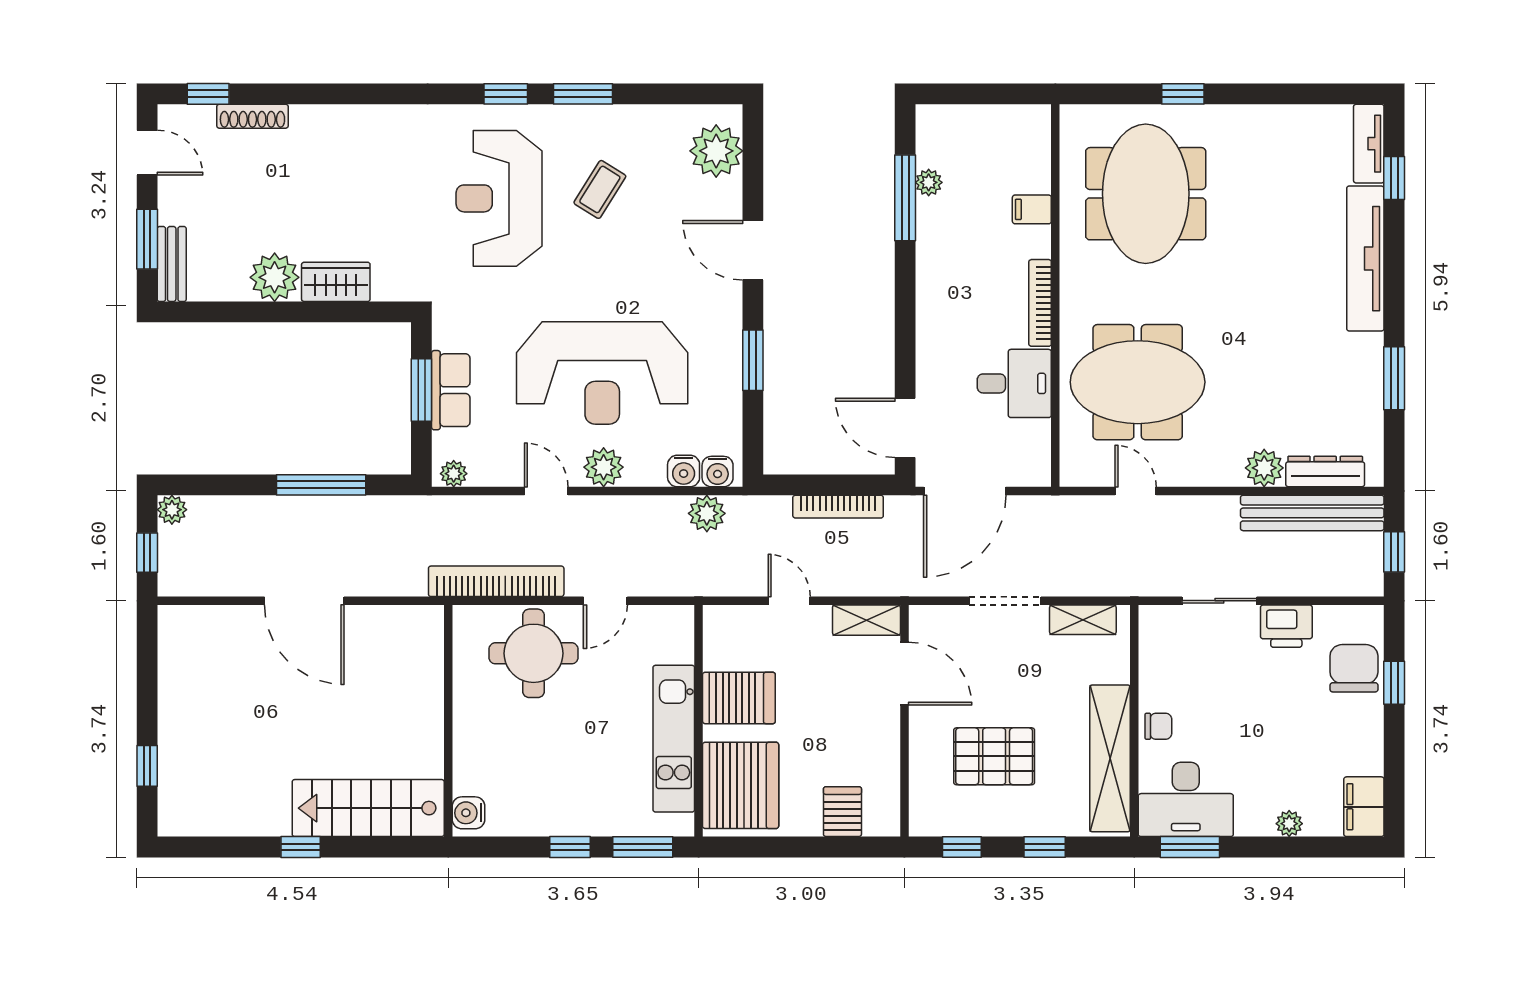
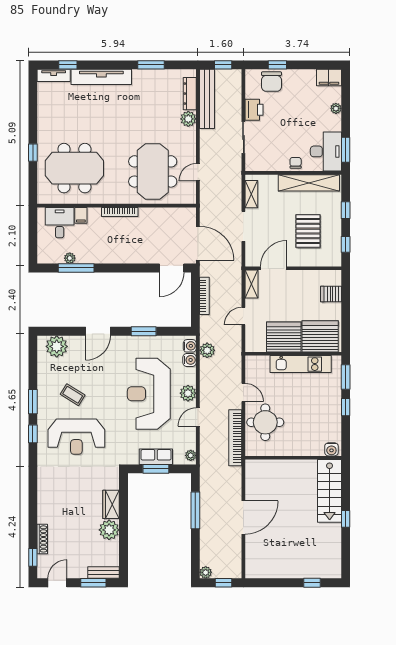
reception desk: (602, 373) -> (149, 394), turned 180
desk: (1014, 383) -> (60, 223), moved
chair: (1354, 668) -> (271, 82), turned -90
server rack: (739, 698) -> (284, 337), width x1.60

